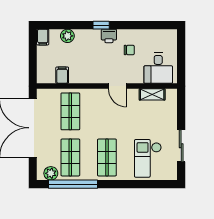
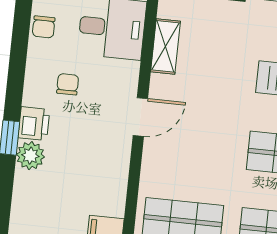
plant: (67, 36) -> (30, 156), moved
chair: (155, 36) -> (44, 27), added

